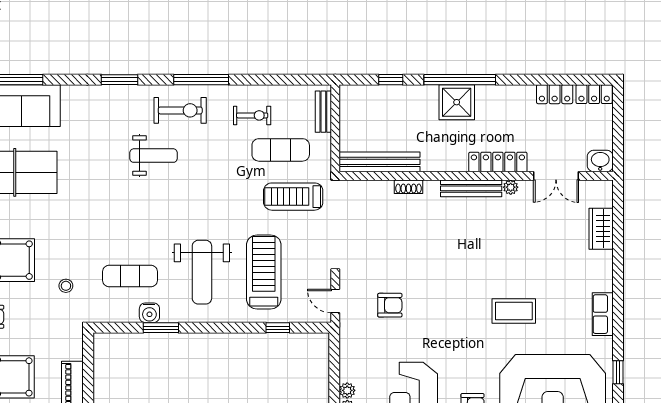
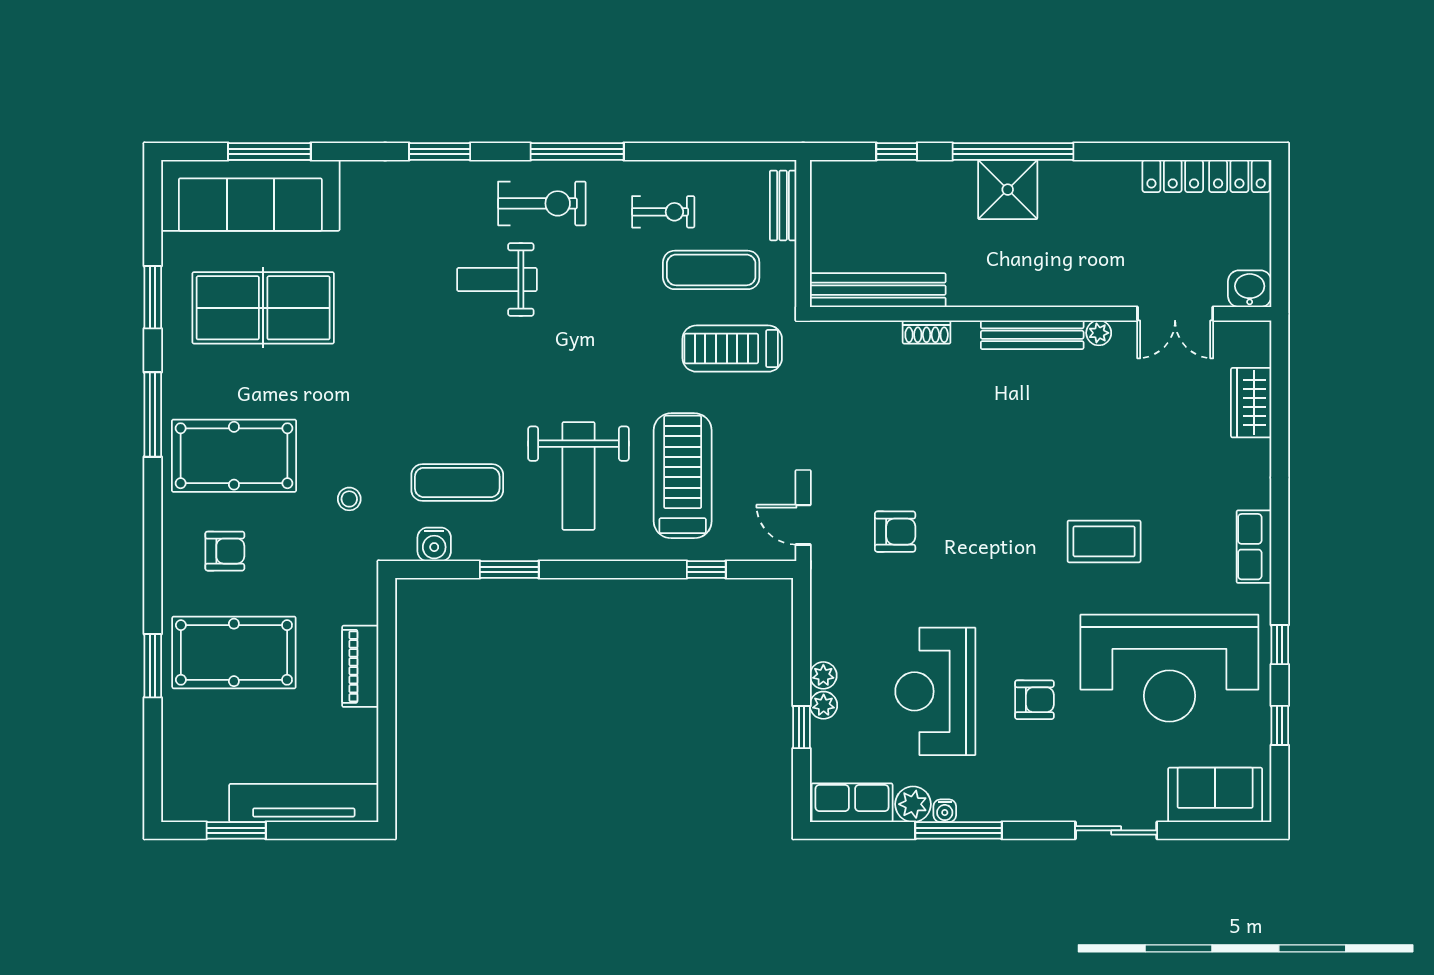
weight bench: (154, 156) -> (497, 279), turned 180
locker: (498, 162) -> (1077, 290), removed
water cooler: (149, 313) -> (434, 544), moved

